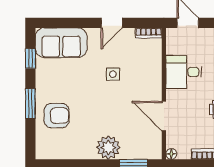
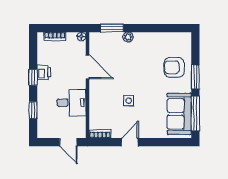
sofa: (61, 43) -> (179, 114), moved, turned -90
window: (30, 58) -> (195, 113), width x2.17
plant: (108, 147) -> (128, 37), width x0.53, depth x0.53

